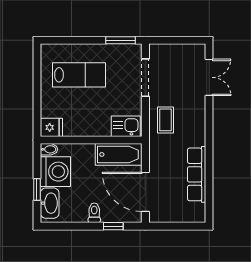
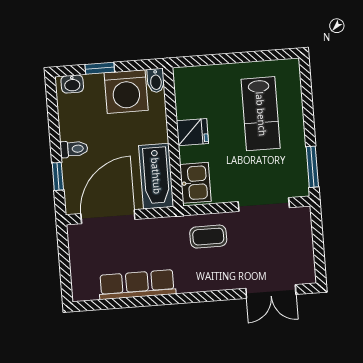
fridge: (51, 127) -> (192, 132), moved, turned -90
washbasin: (50, 203) -> (72, 84), width x0.52, depth x0.69

